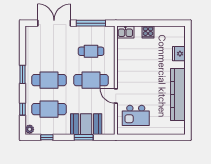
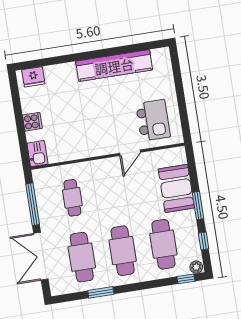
fridge: (179, 54) -> (33, 77), moved
window: (23, 74) -> (101, 292), moved
cafe table: (91, 80) -> (82, 257), moved
window: (23, 109) -> (186, 279), moved
window: (84, 137) -> (198, 206), moved

